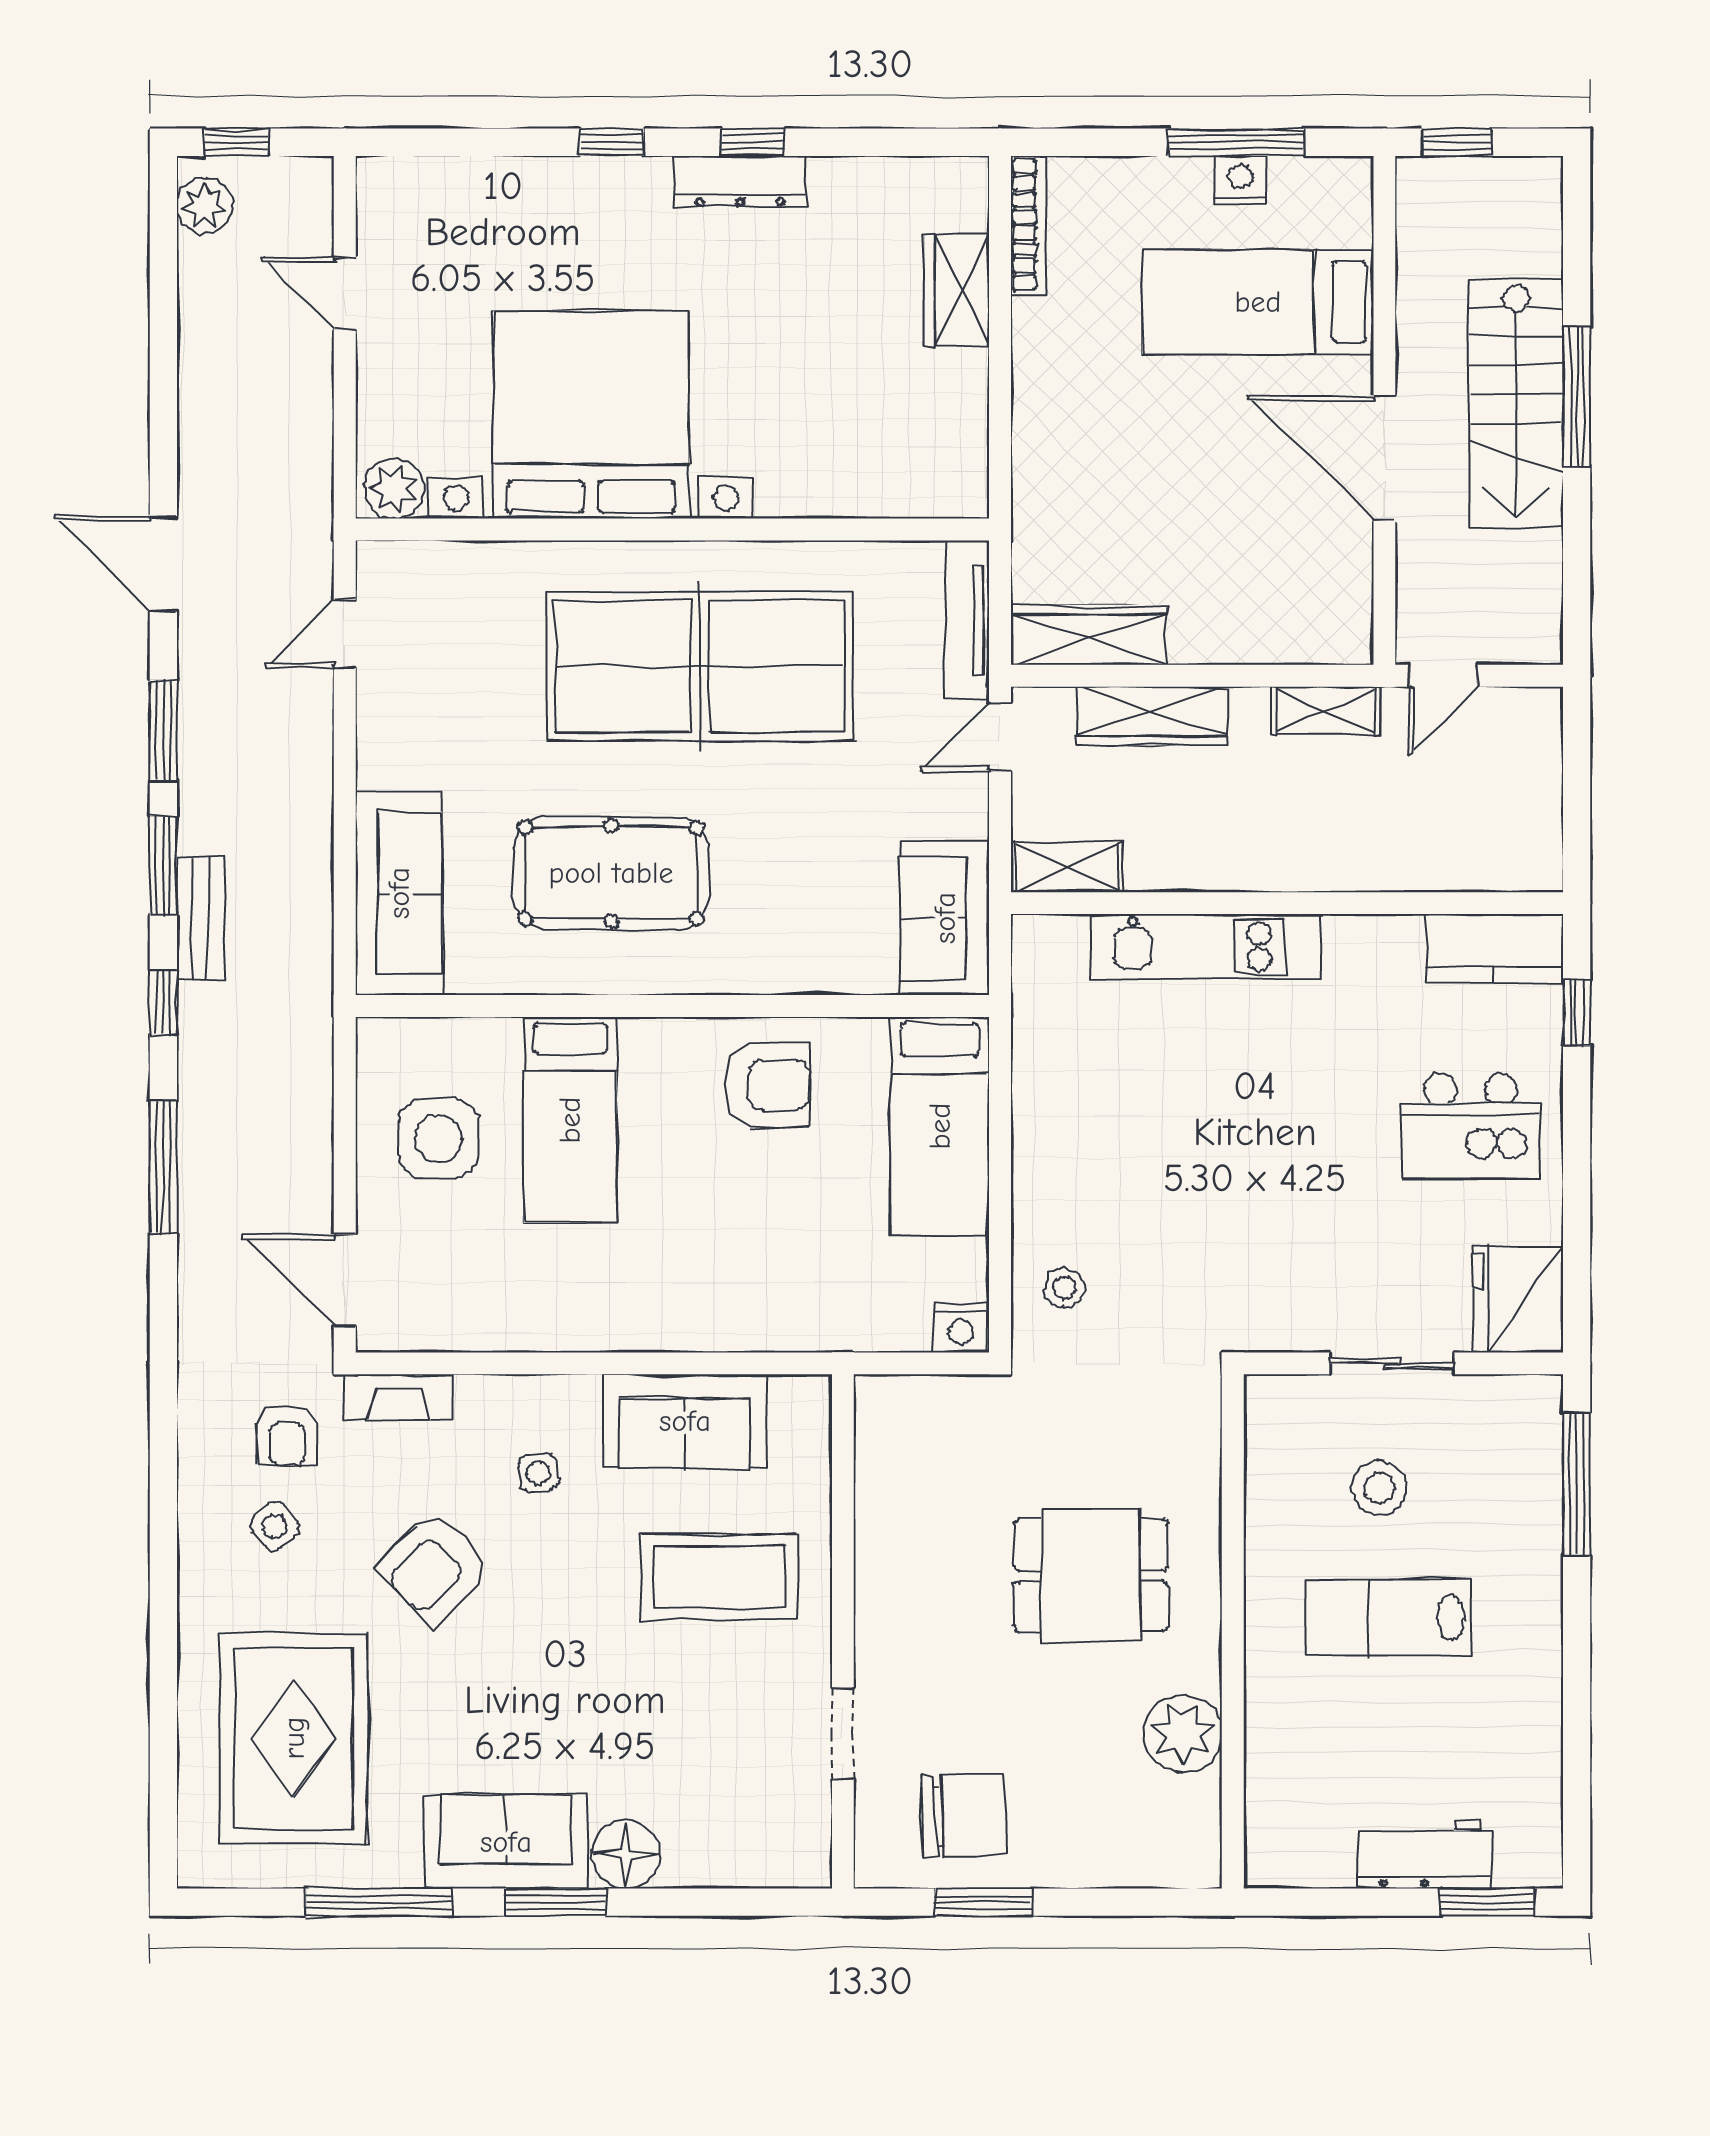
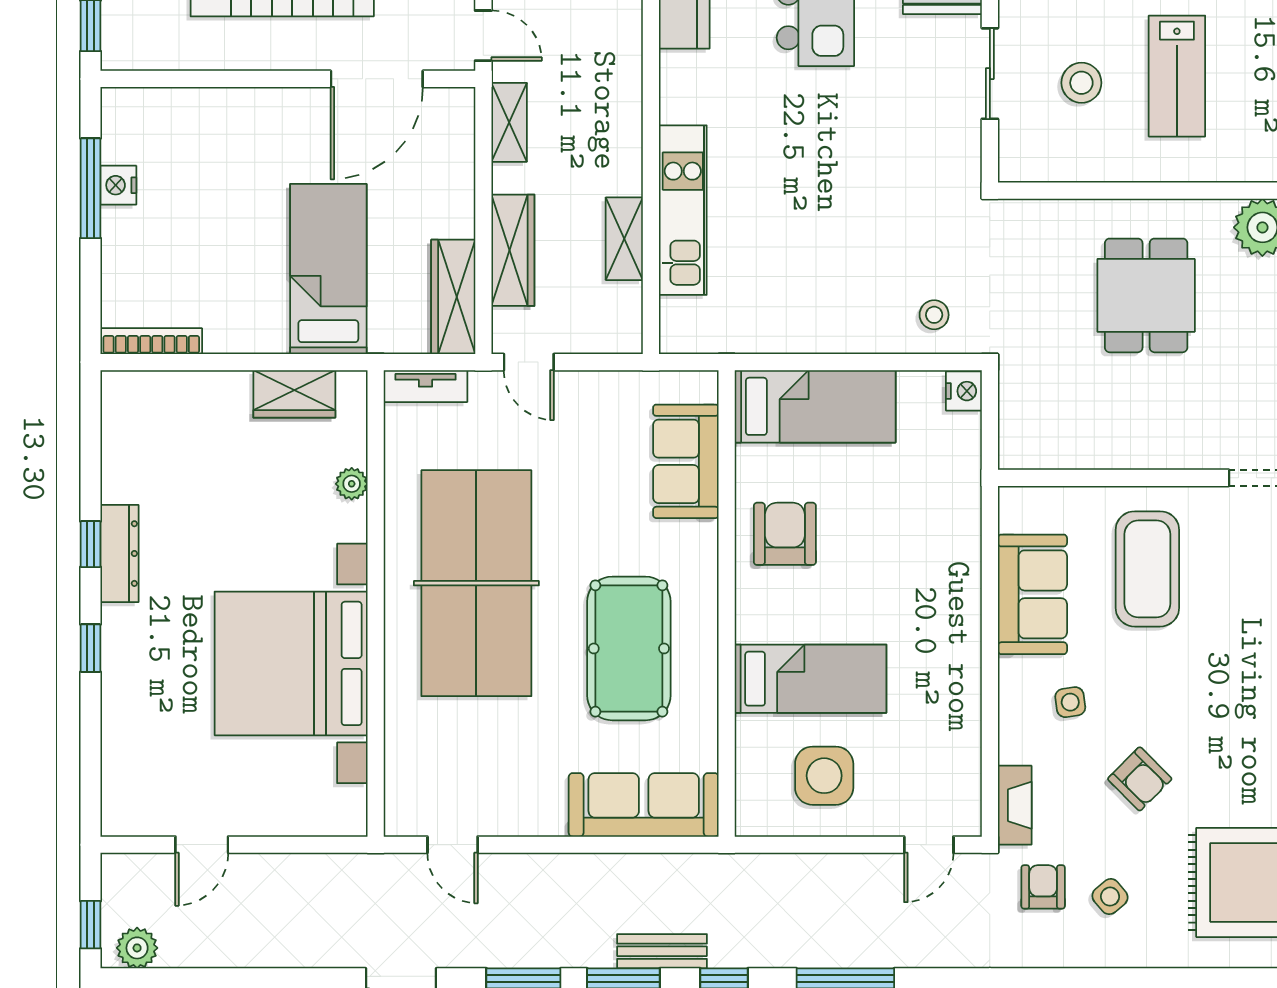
wardrobe: (957, 290) -> (294, 394), moved
bed: (1258, 302) -> (328, 269), moved, turned 180
door: (1384, 458) -> (377, 79), moved
plant: (394, 489) -> (352, 484), moved, width x0.73, depth x0.73
tv unit: (967, 620) -> (425, 386), width x0.71
shelving: (1067, 867) -> (624, 239), moved
sofa: (945, 918) -> (686, 461), moved, turned 90
door: (345, 1281) -> (929, 845), width x0.73
armchair: (287, 1436) -> (1043, 887), turned -90
armchair: (434, 1567) -> (1140, 779), width x0.72, depth x0.72

